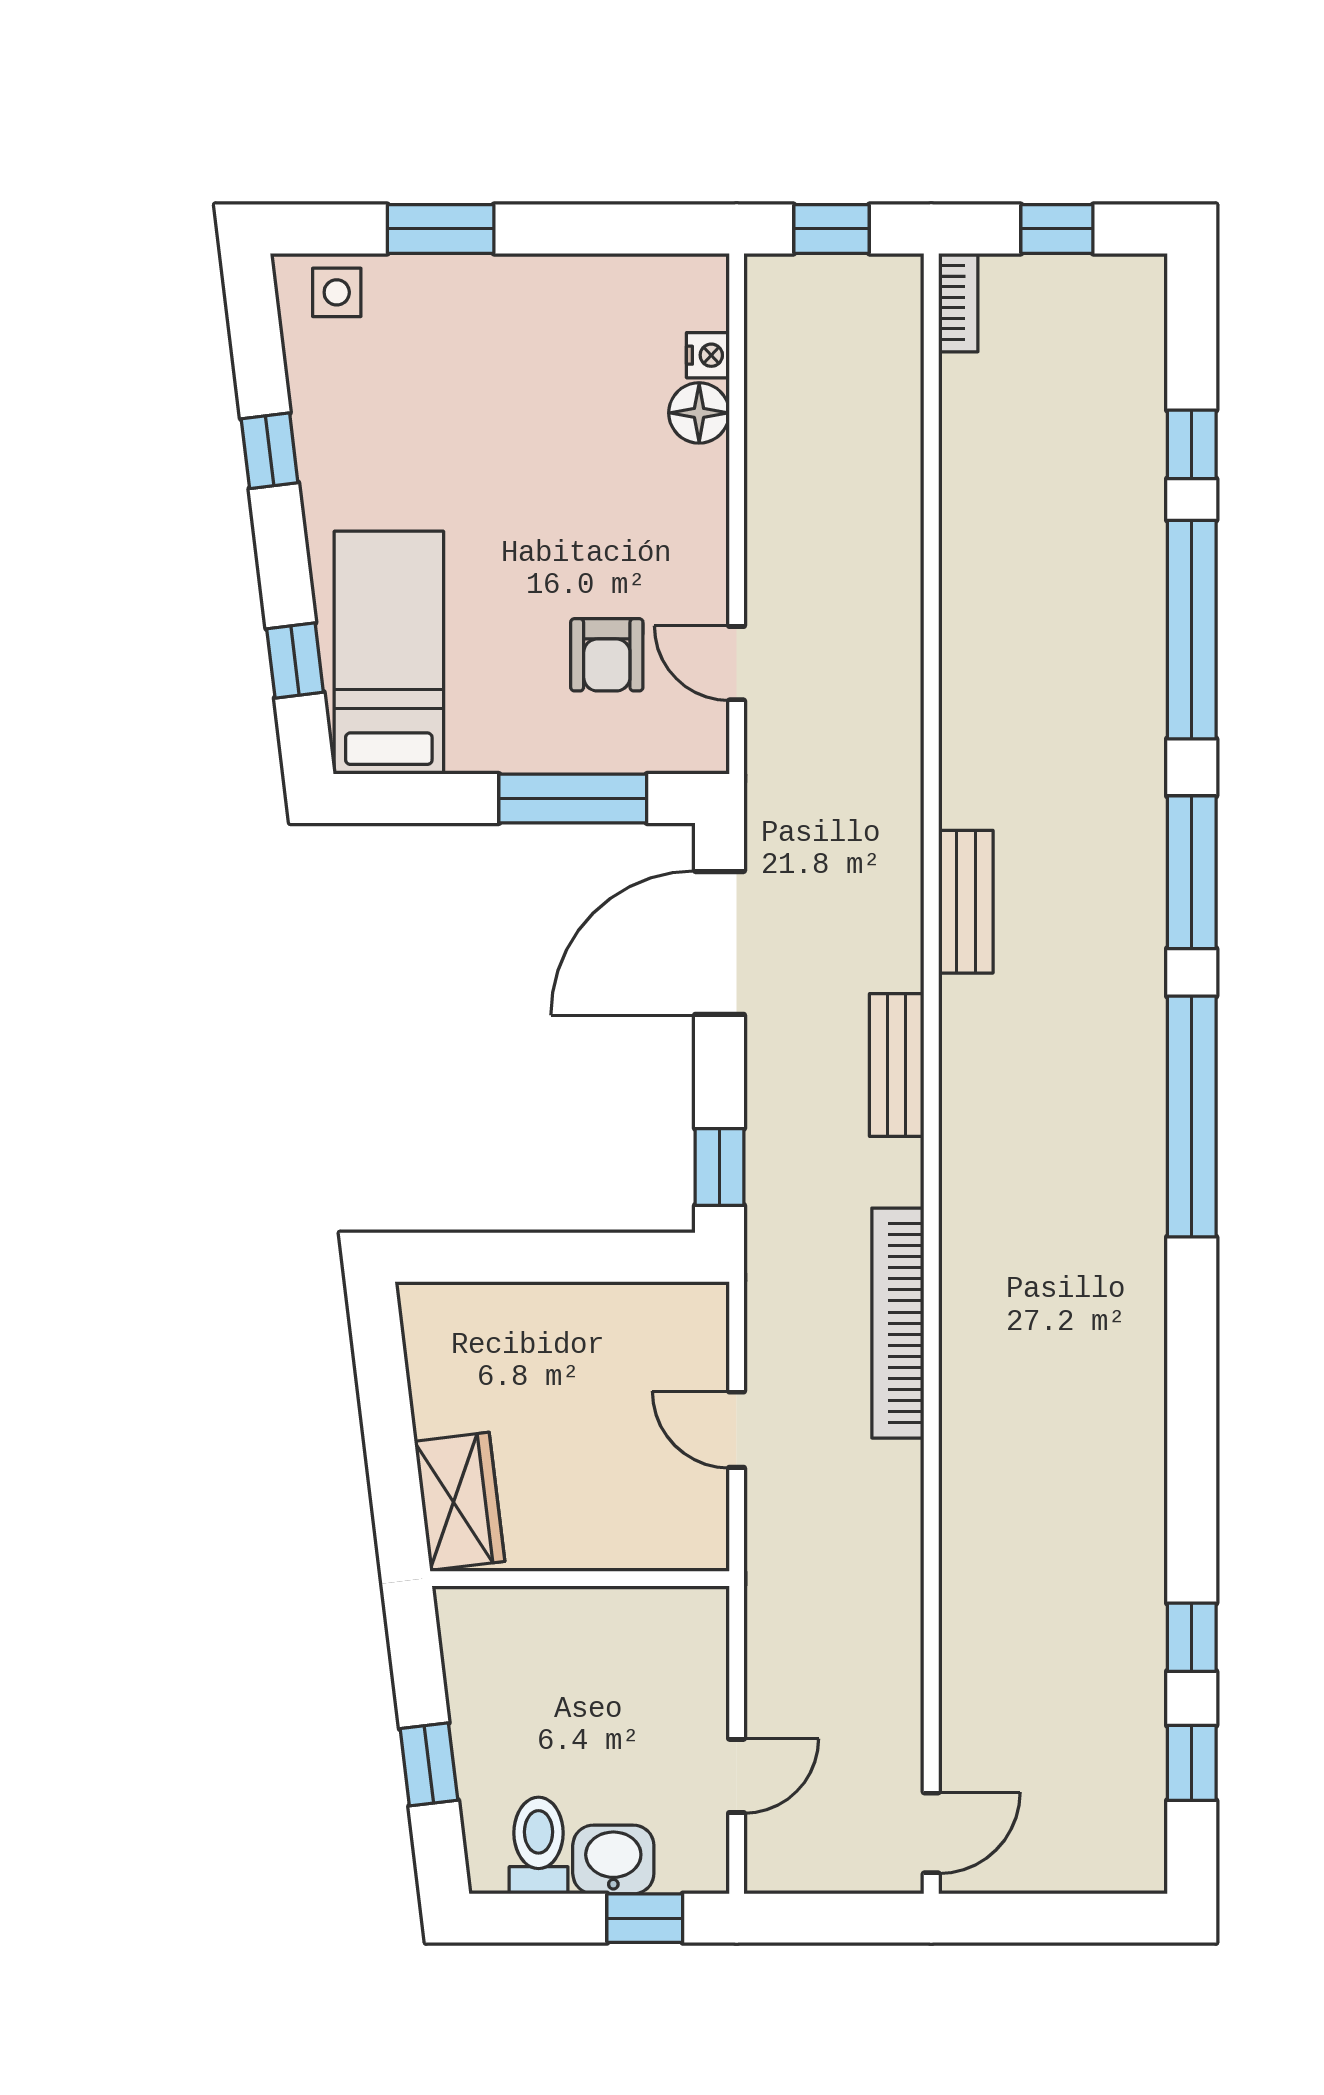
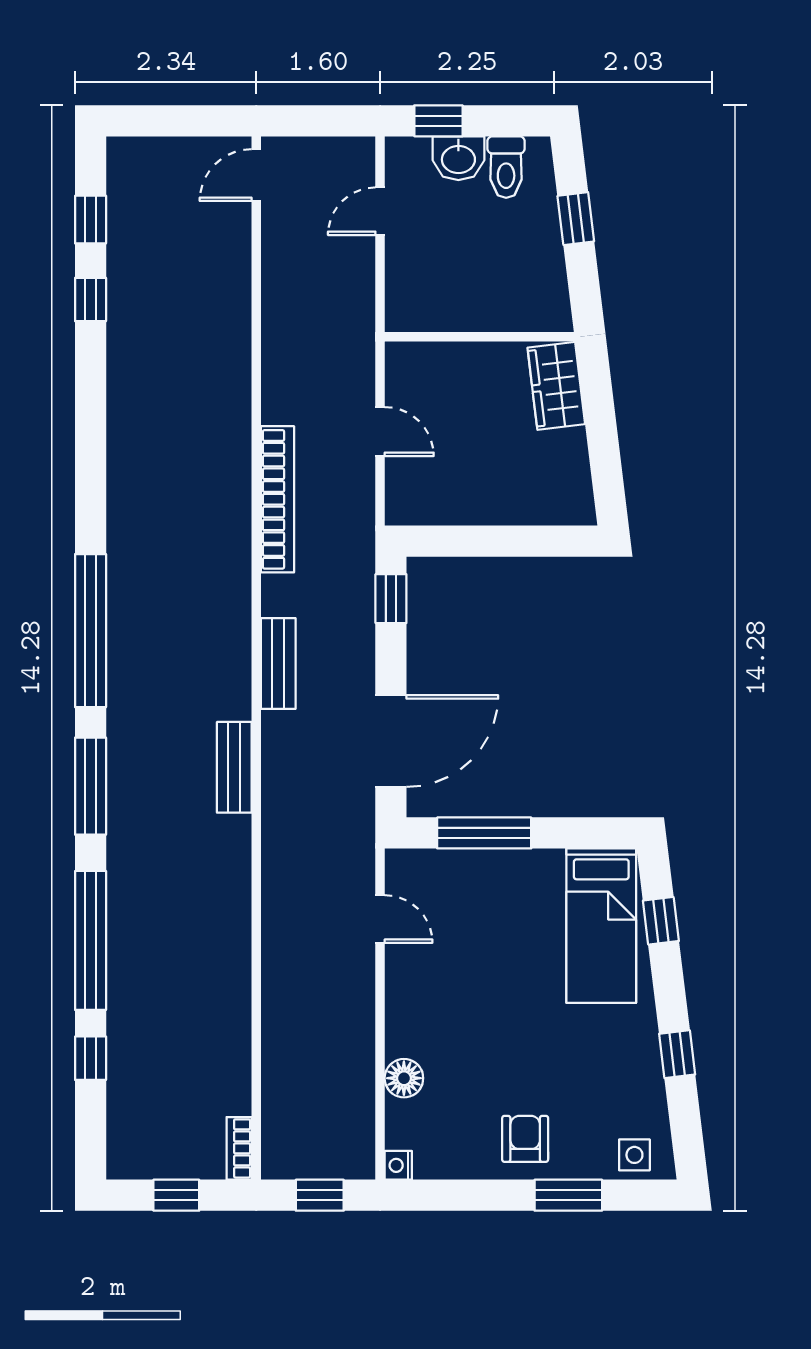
nightstand: (708, 355) -> (398, 1165), moved
armchair: (607, 655) -> (525, 1139), moved

